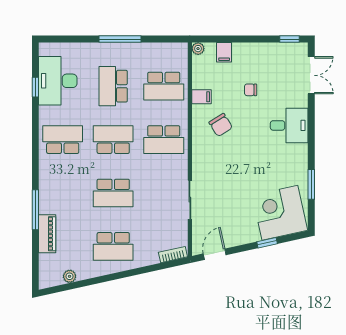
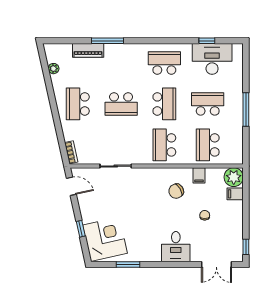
plant: (198, 49) -> (234, 177), width x1.88, depth x1.88
school desk: (63, 140) -> (164, 63), turned -90
school desk: (113, 193) -> (121, 104), turned -90

